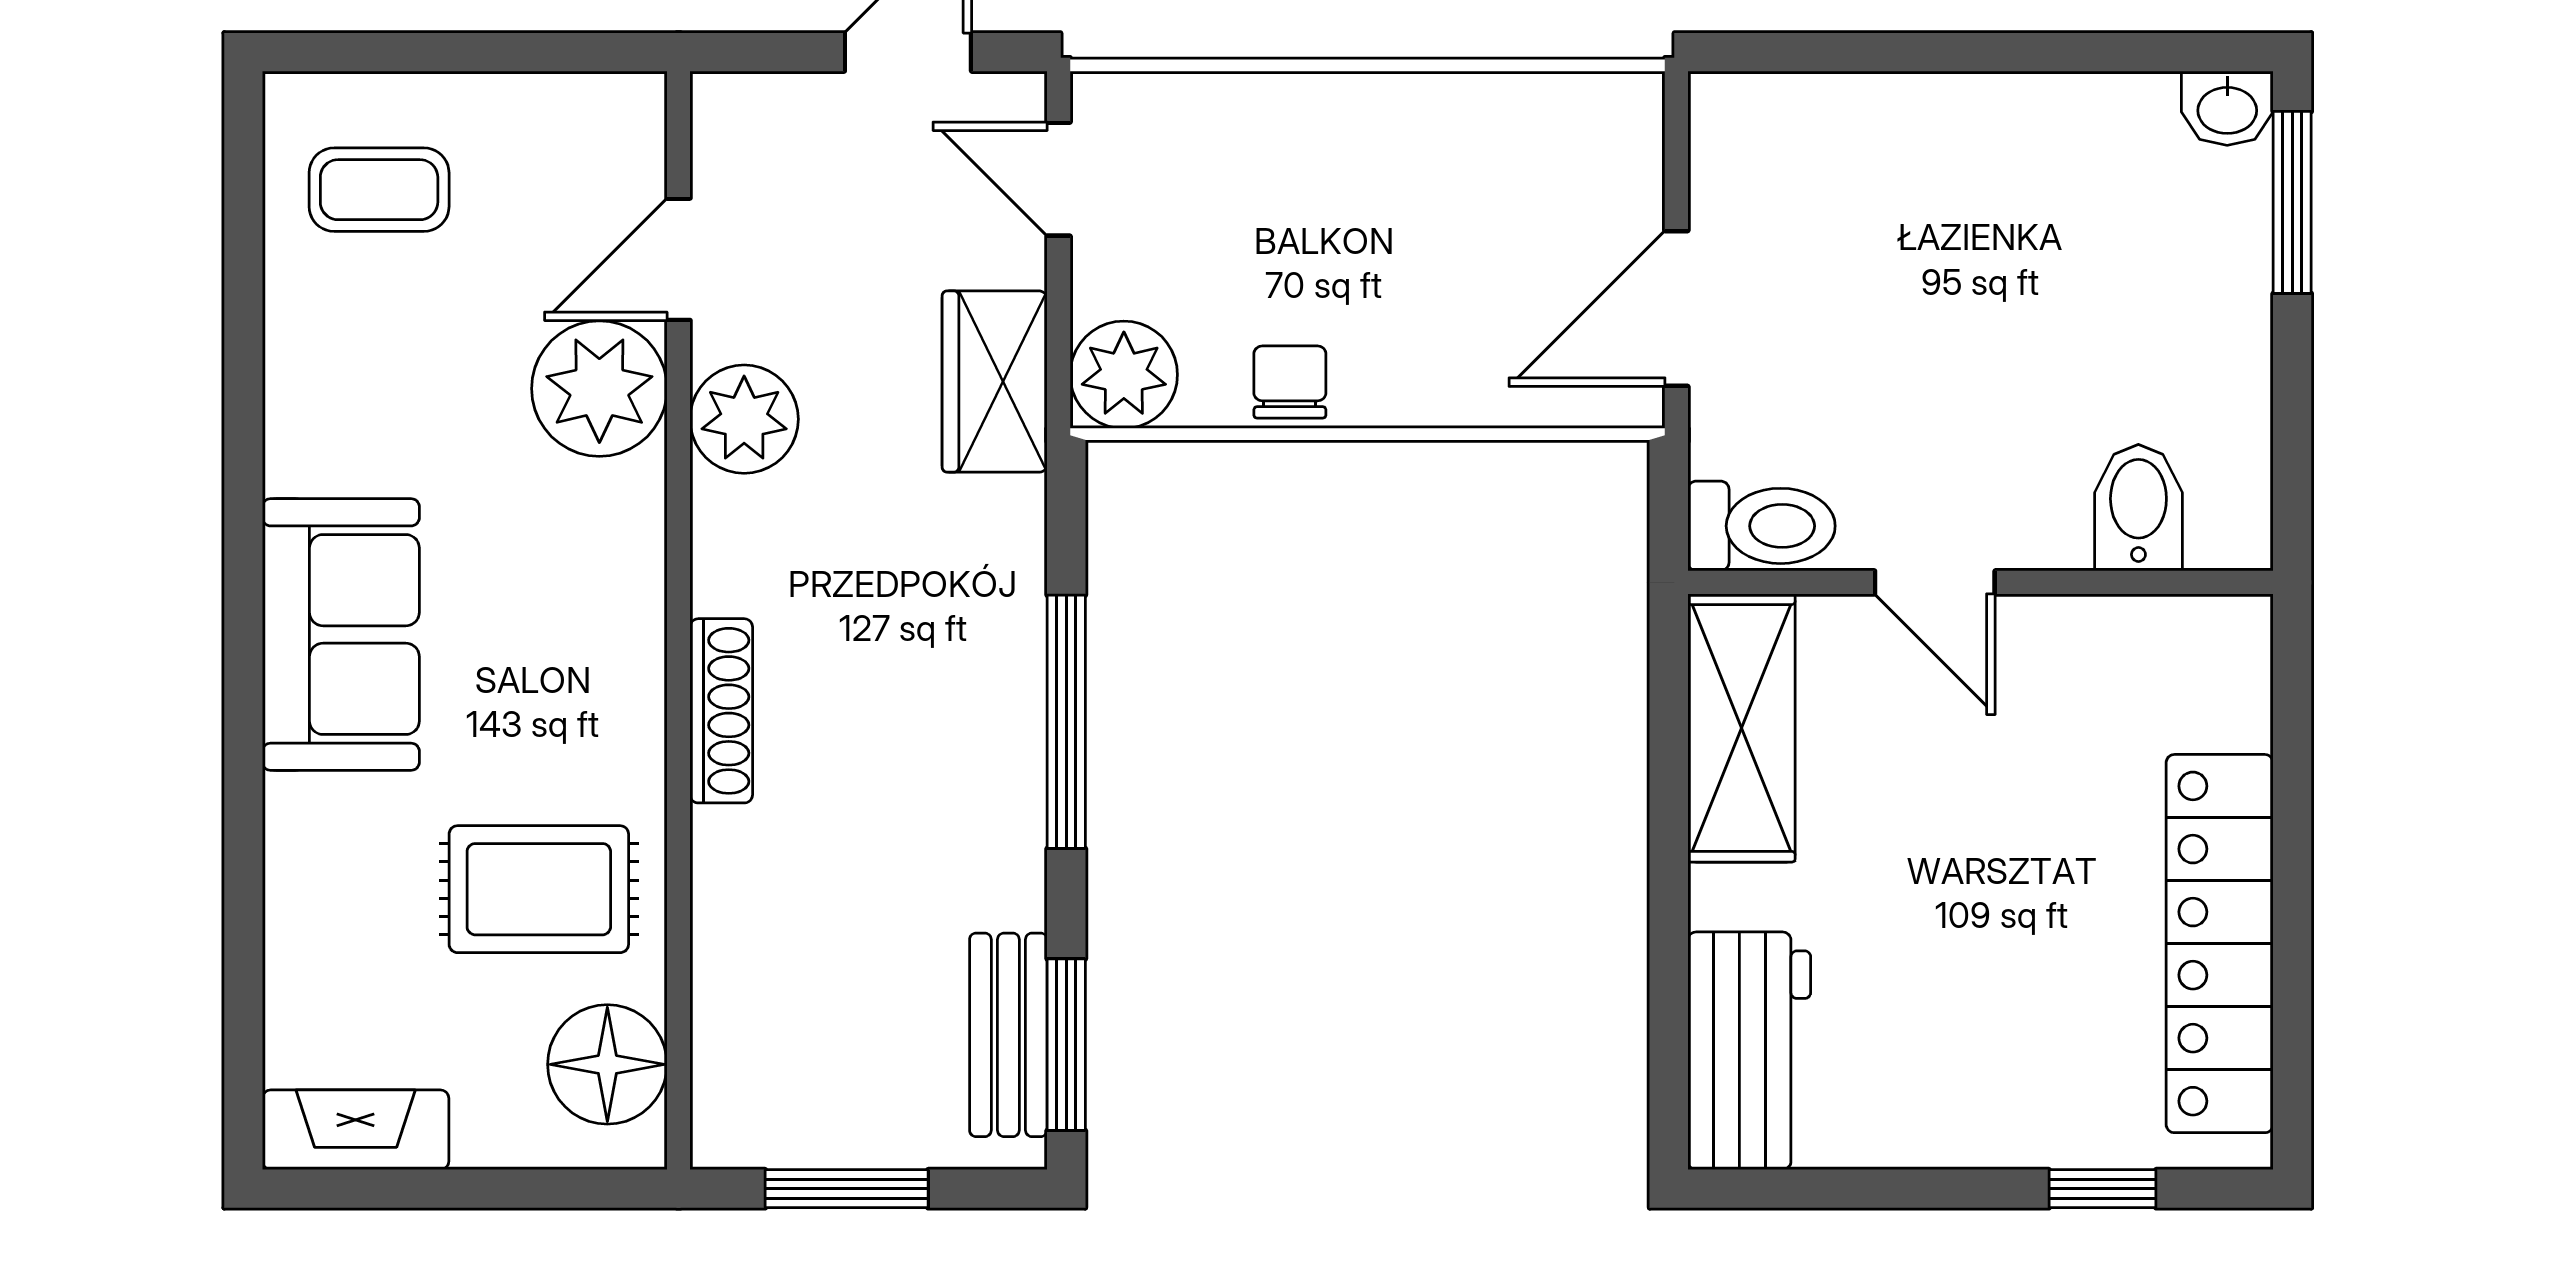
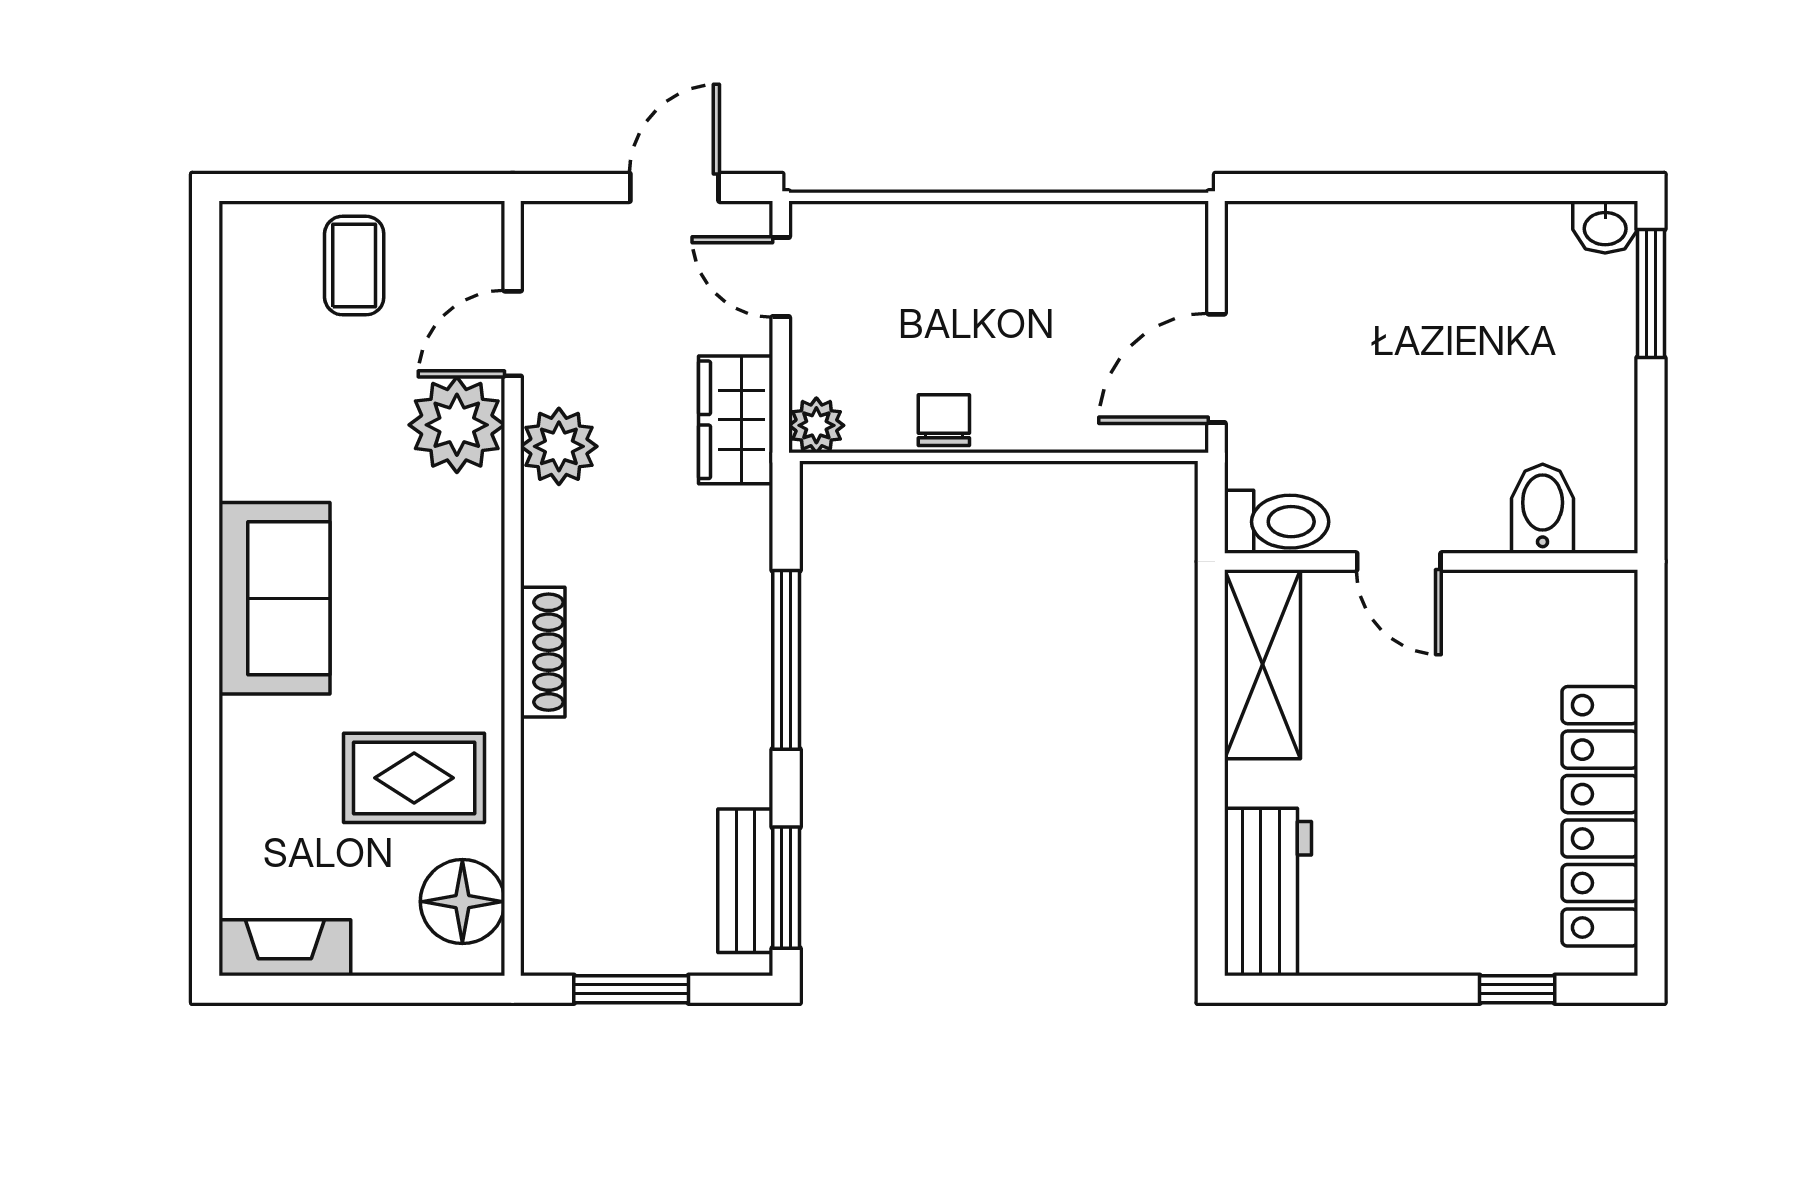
coffee table: (379, 190) -> (354, 266), moved, turned 90
plant: (1124, 375) -> (816, 425), width x0.73, depth x0.73

